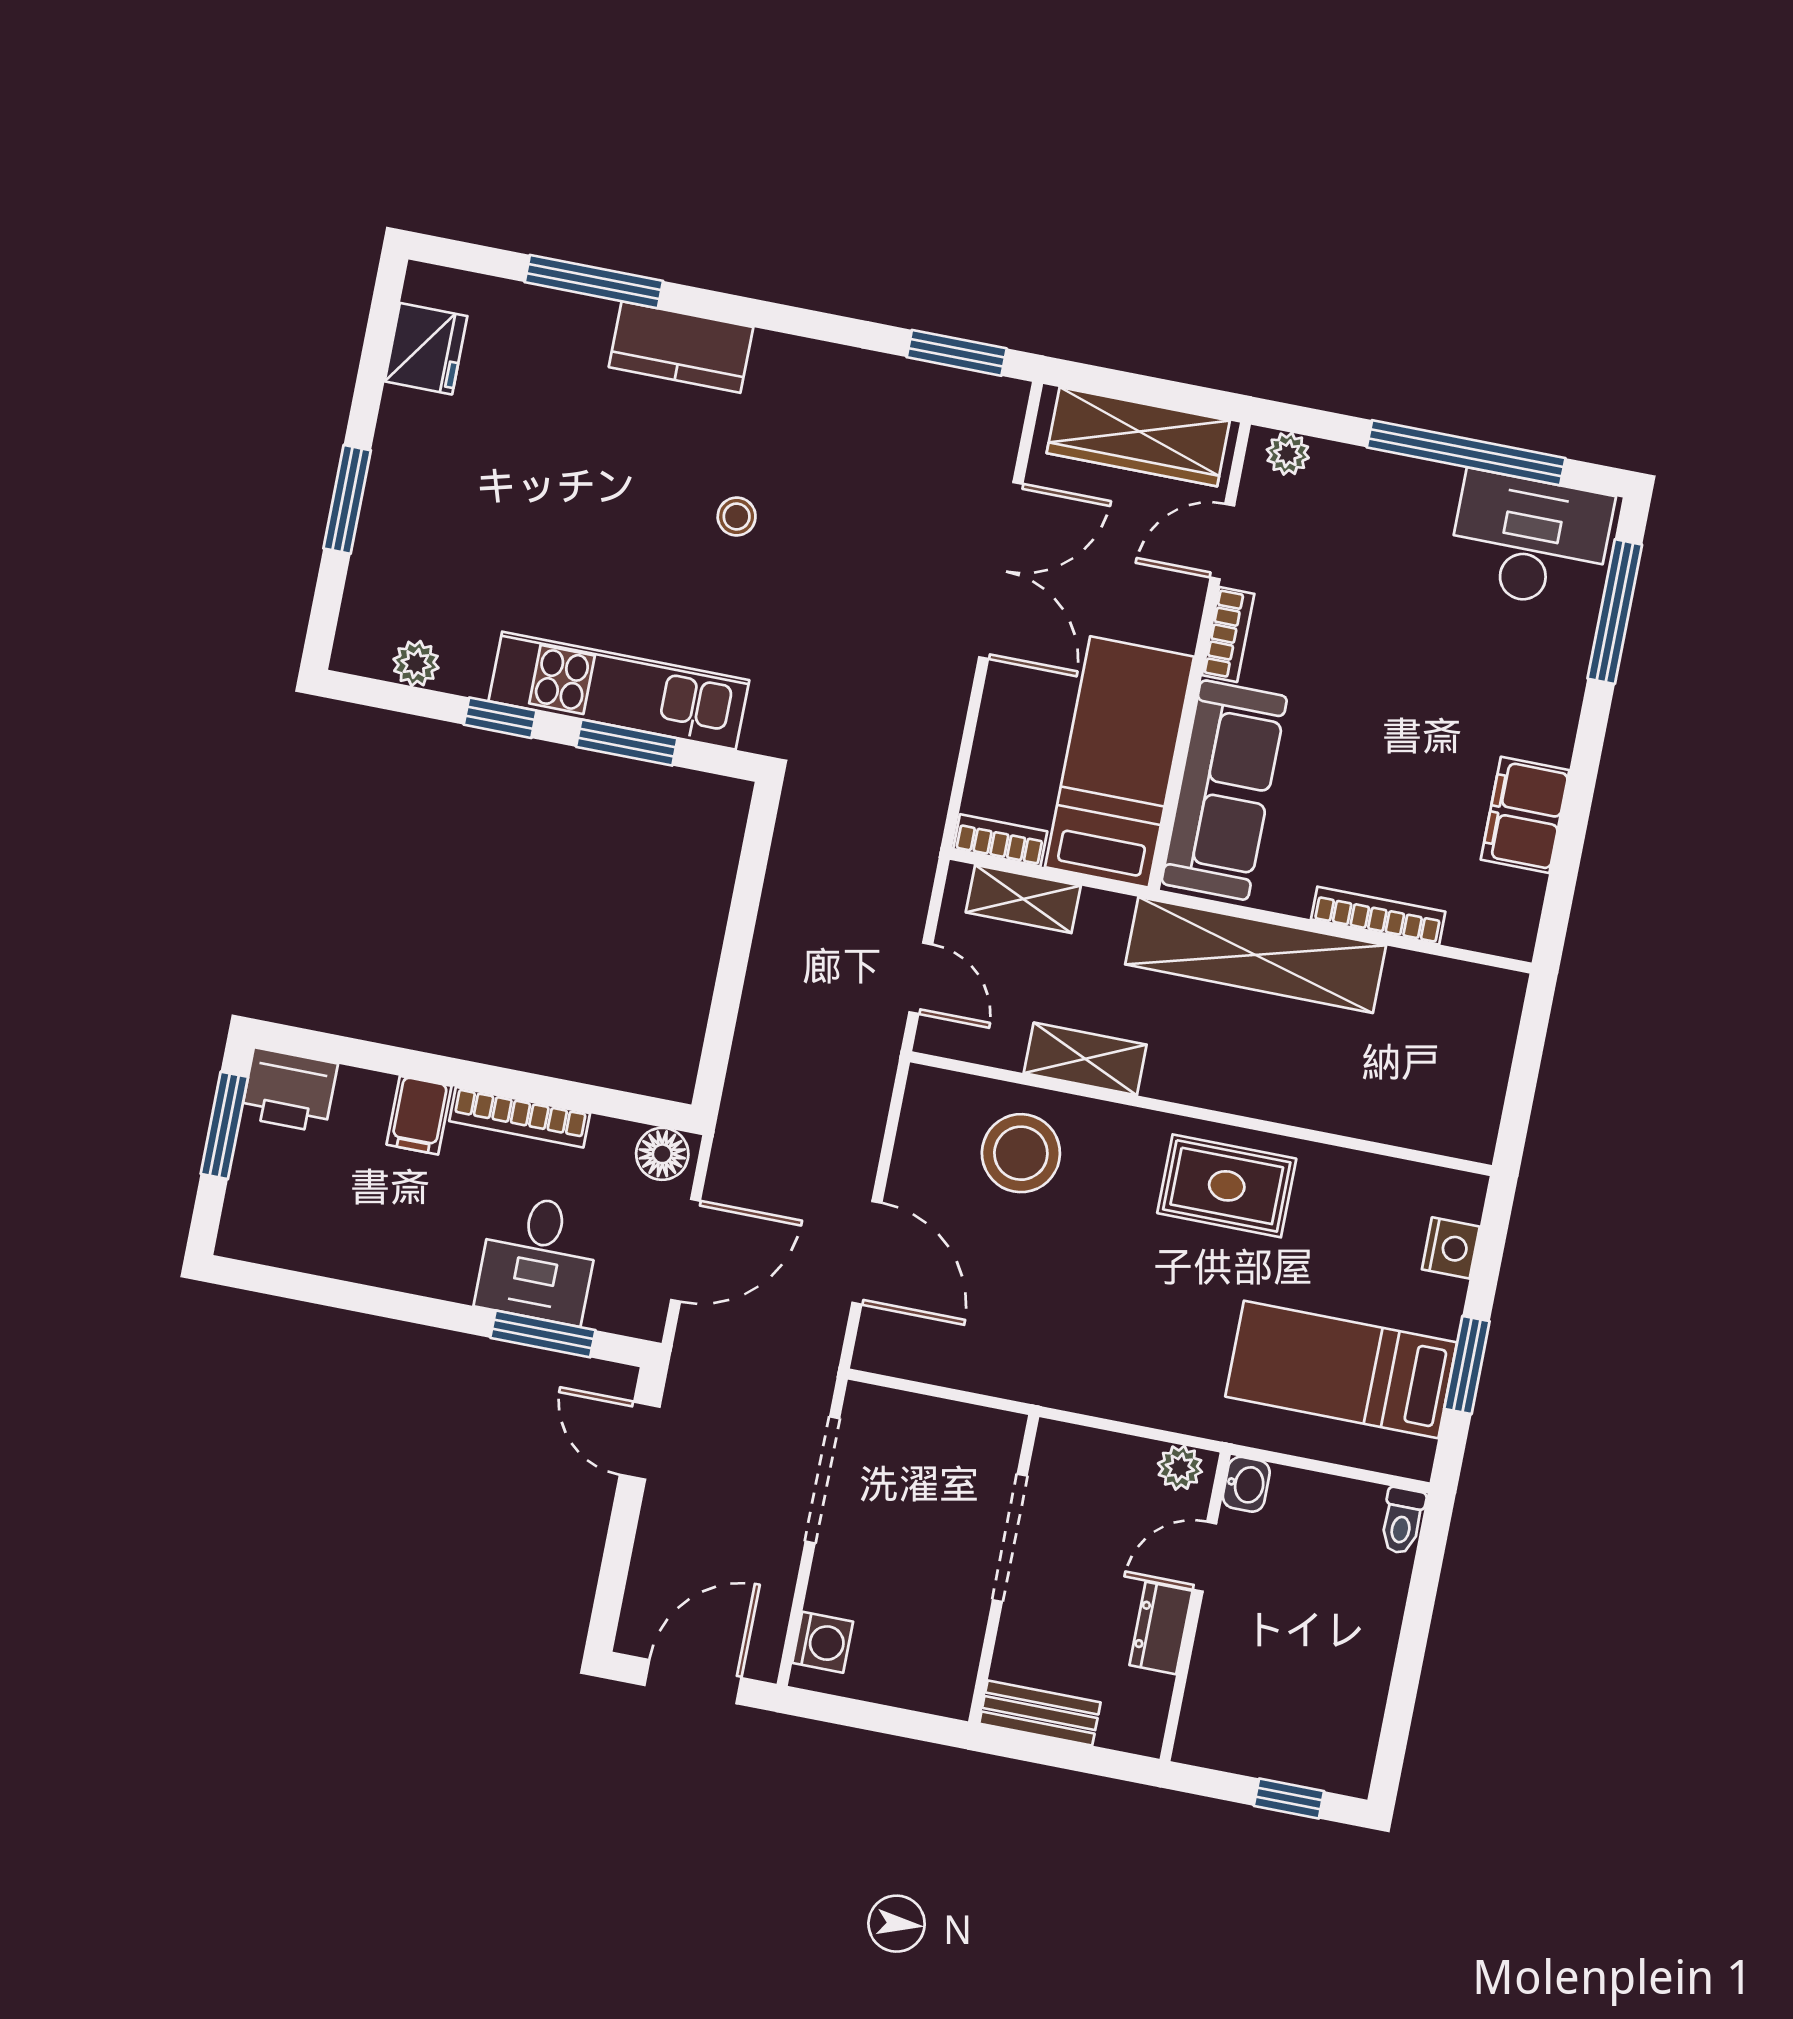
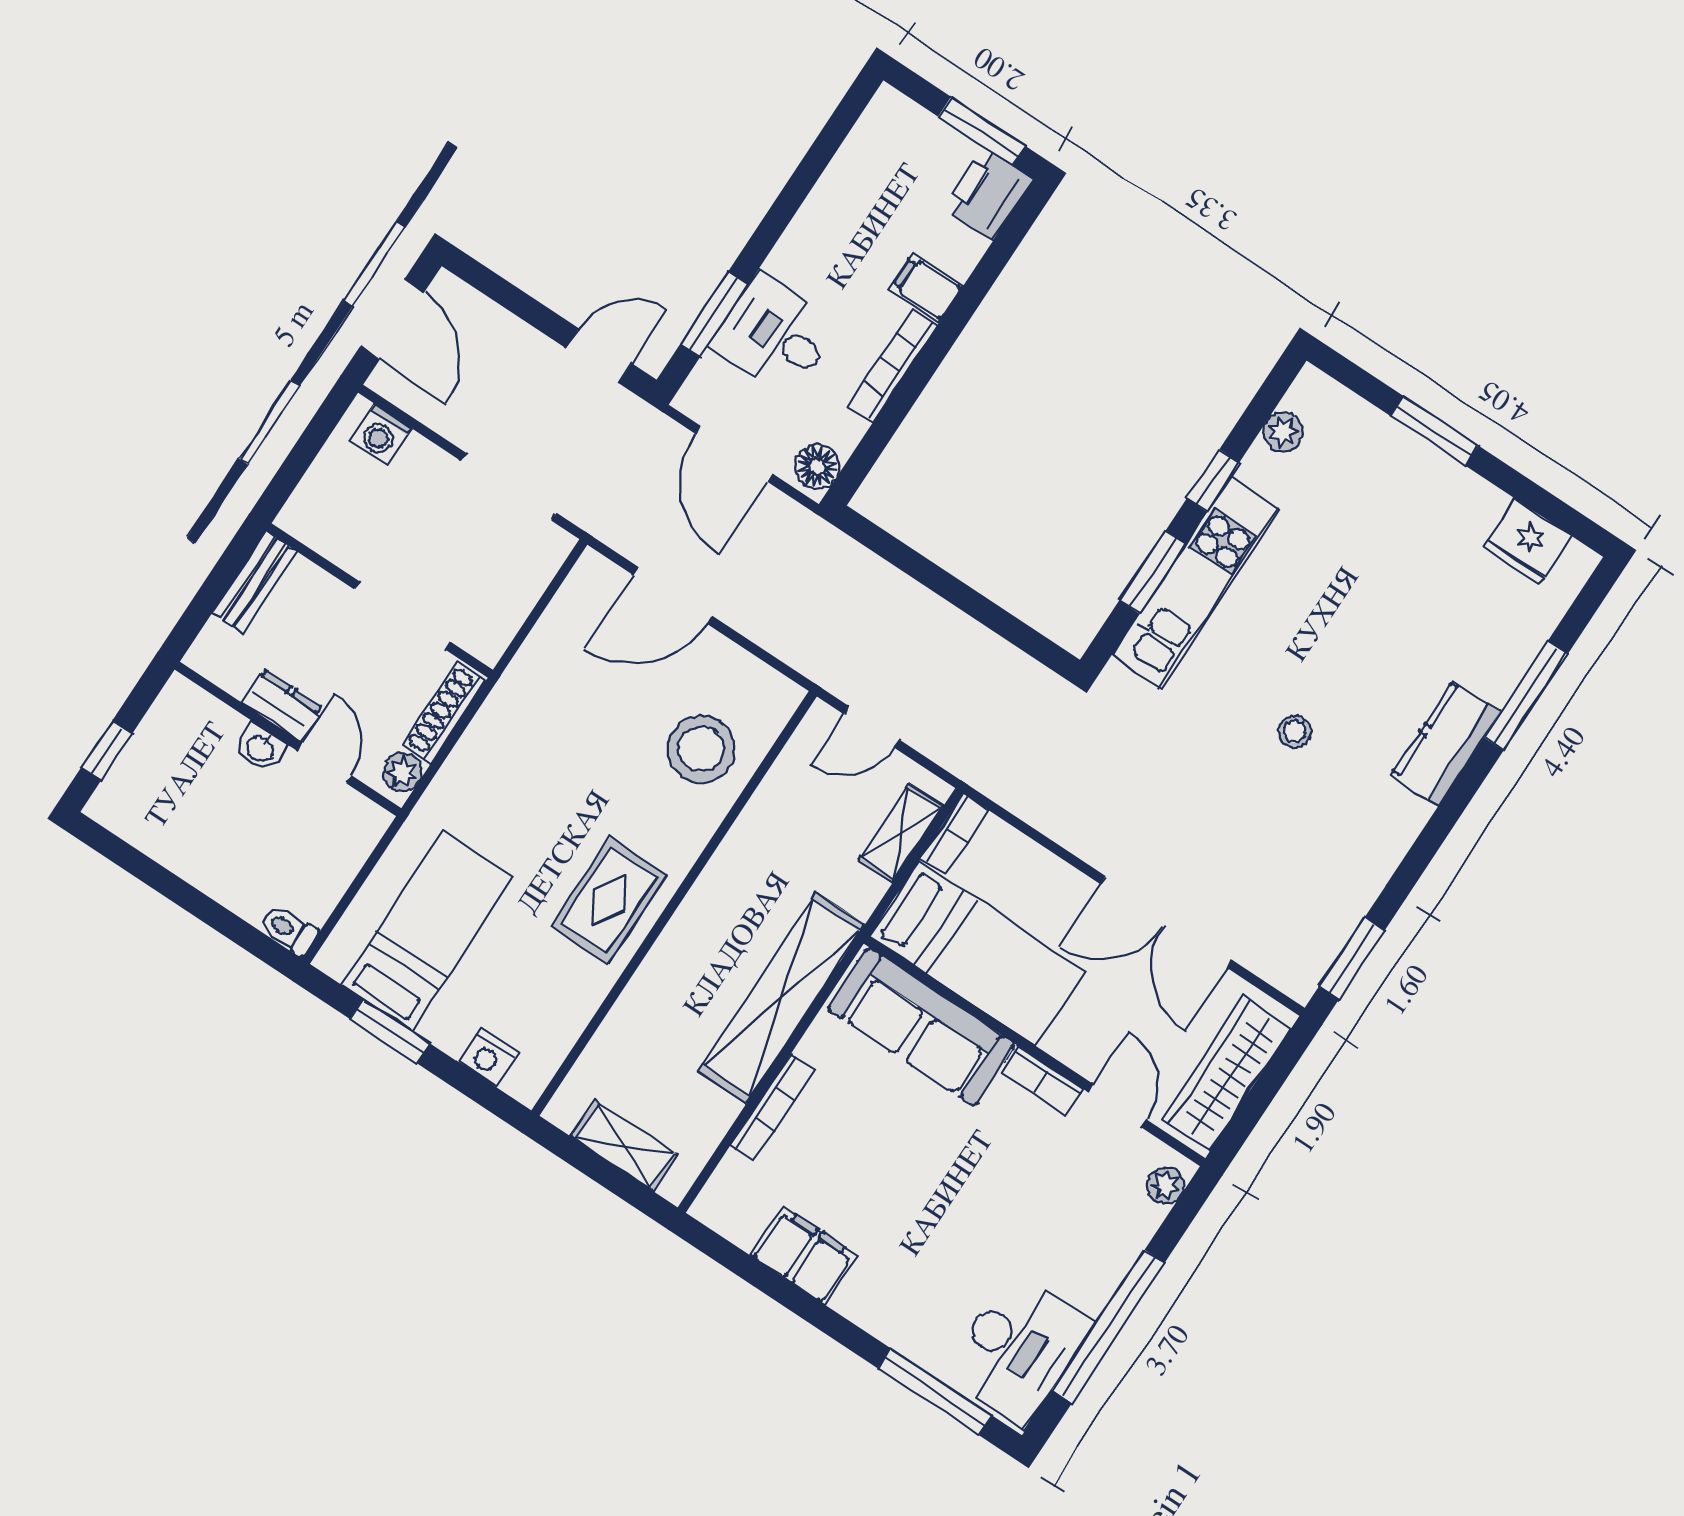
shelving: (1085, 1059) -> (624, 1146), moved, turned 90
shoe rack: (1096, 1449) -> (444, 713), added
washbasin: (1246, 1484) -> (261, 748), moved

